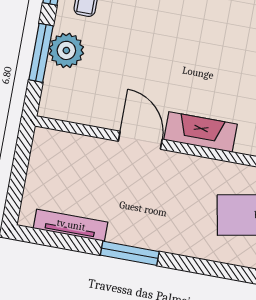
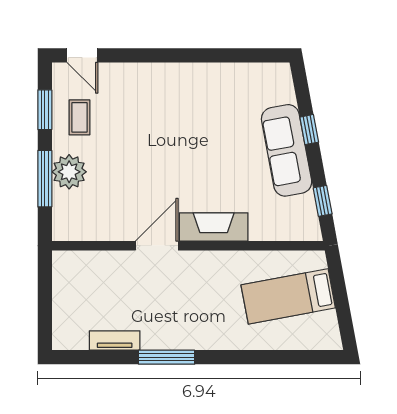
door: (140, 140) -> (157, 246), hinge flipped
tv unit: (71, 225) -> (115, 341), width x0.71

